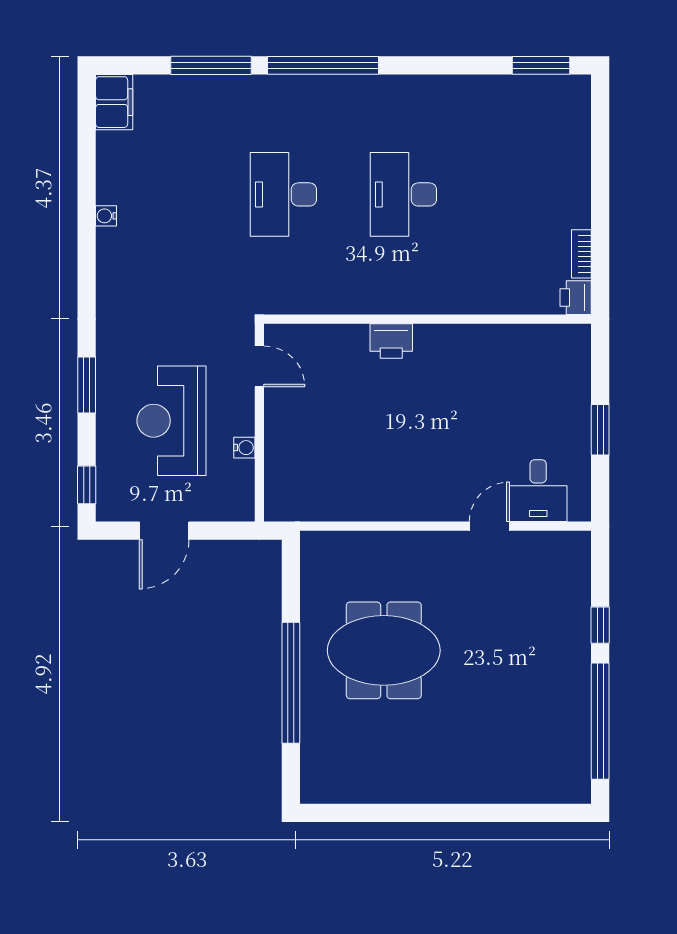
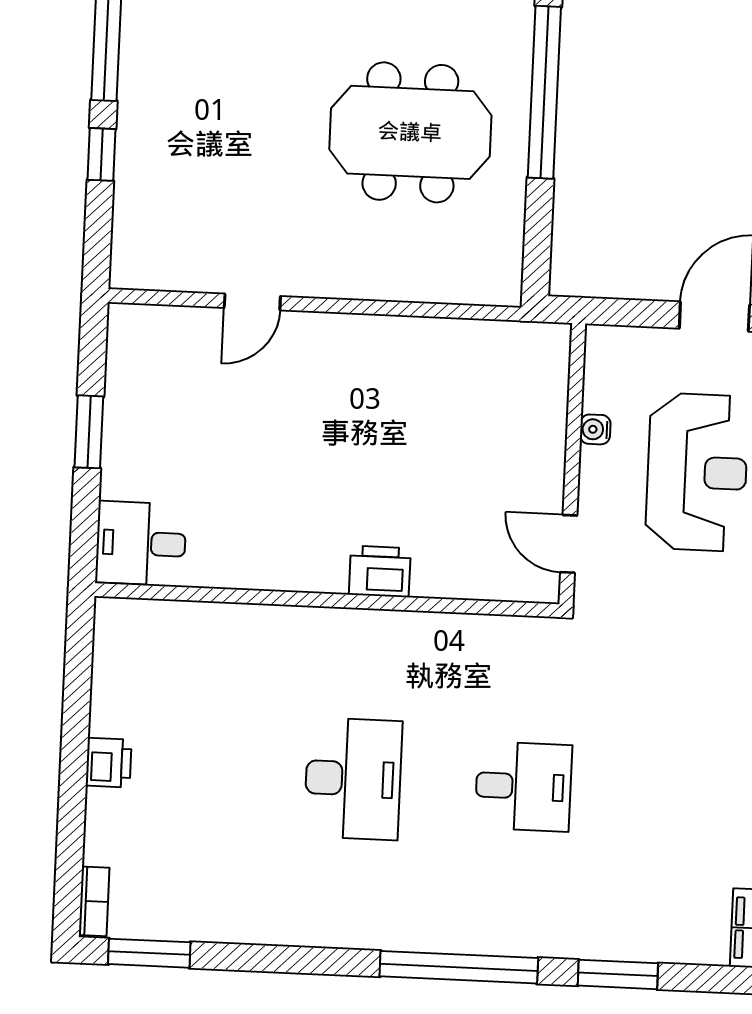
window: (211, 65) -> (618, 974), width x0.69
desk: (283, 194) -> (523, 786), width x0.73
bookcase: (581, 254) -> (94, 901), moved
printer: (576, 298) -> (109, 763), moved
desk: (538, 491) -> (141, 543), moved, turned -90

